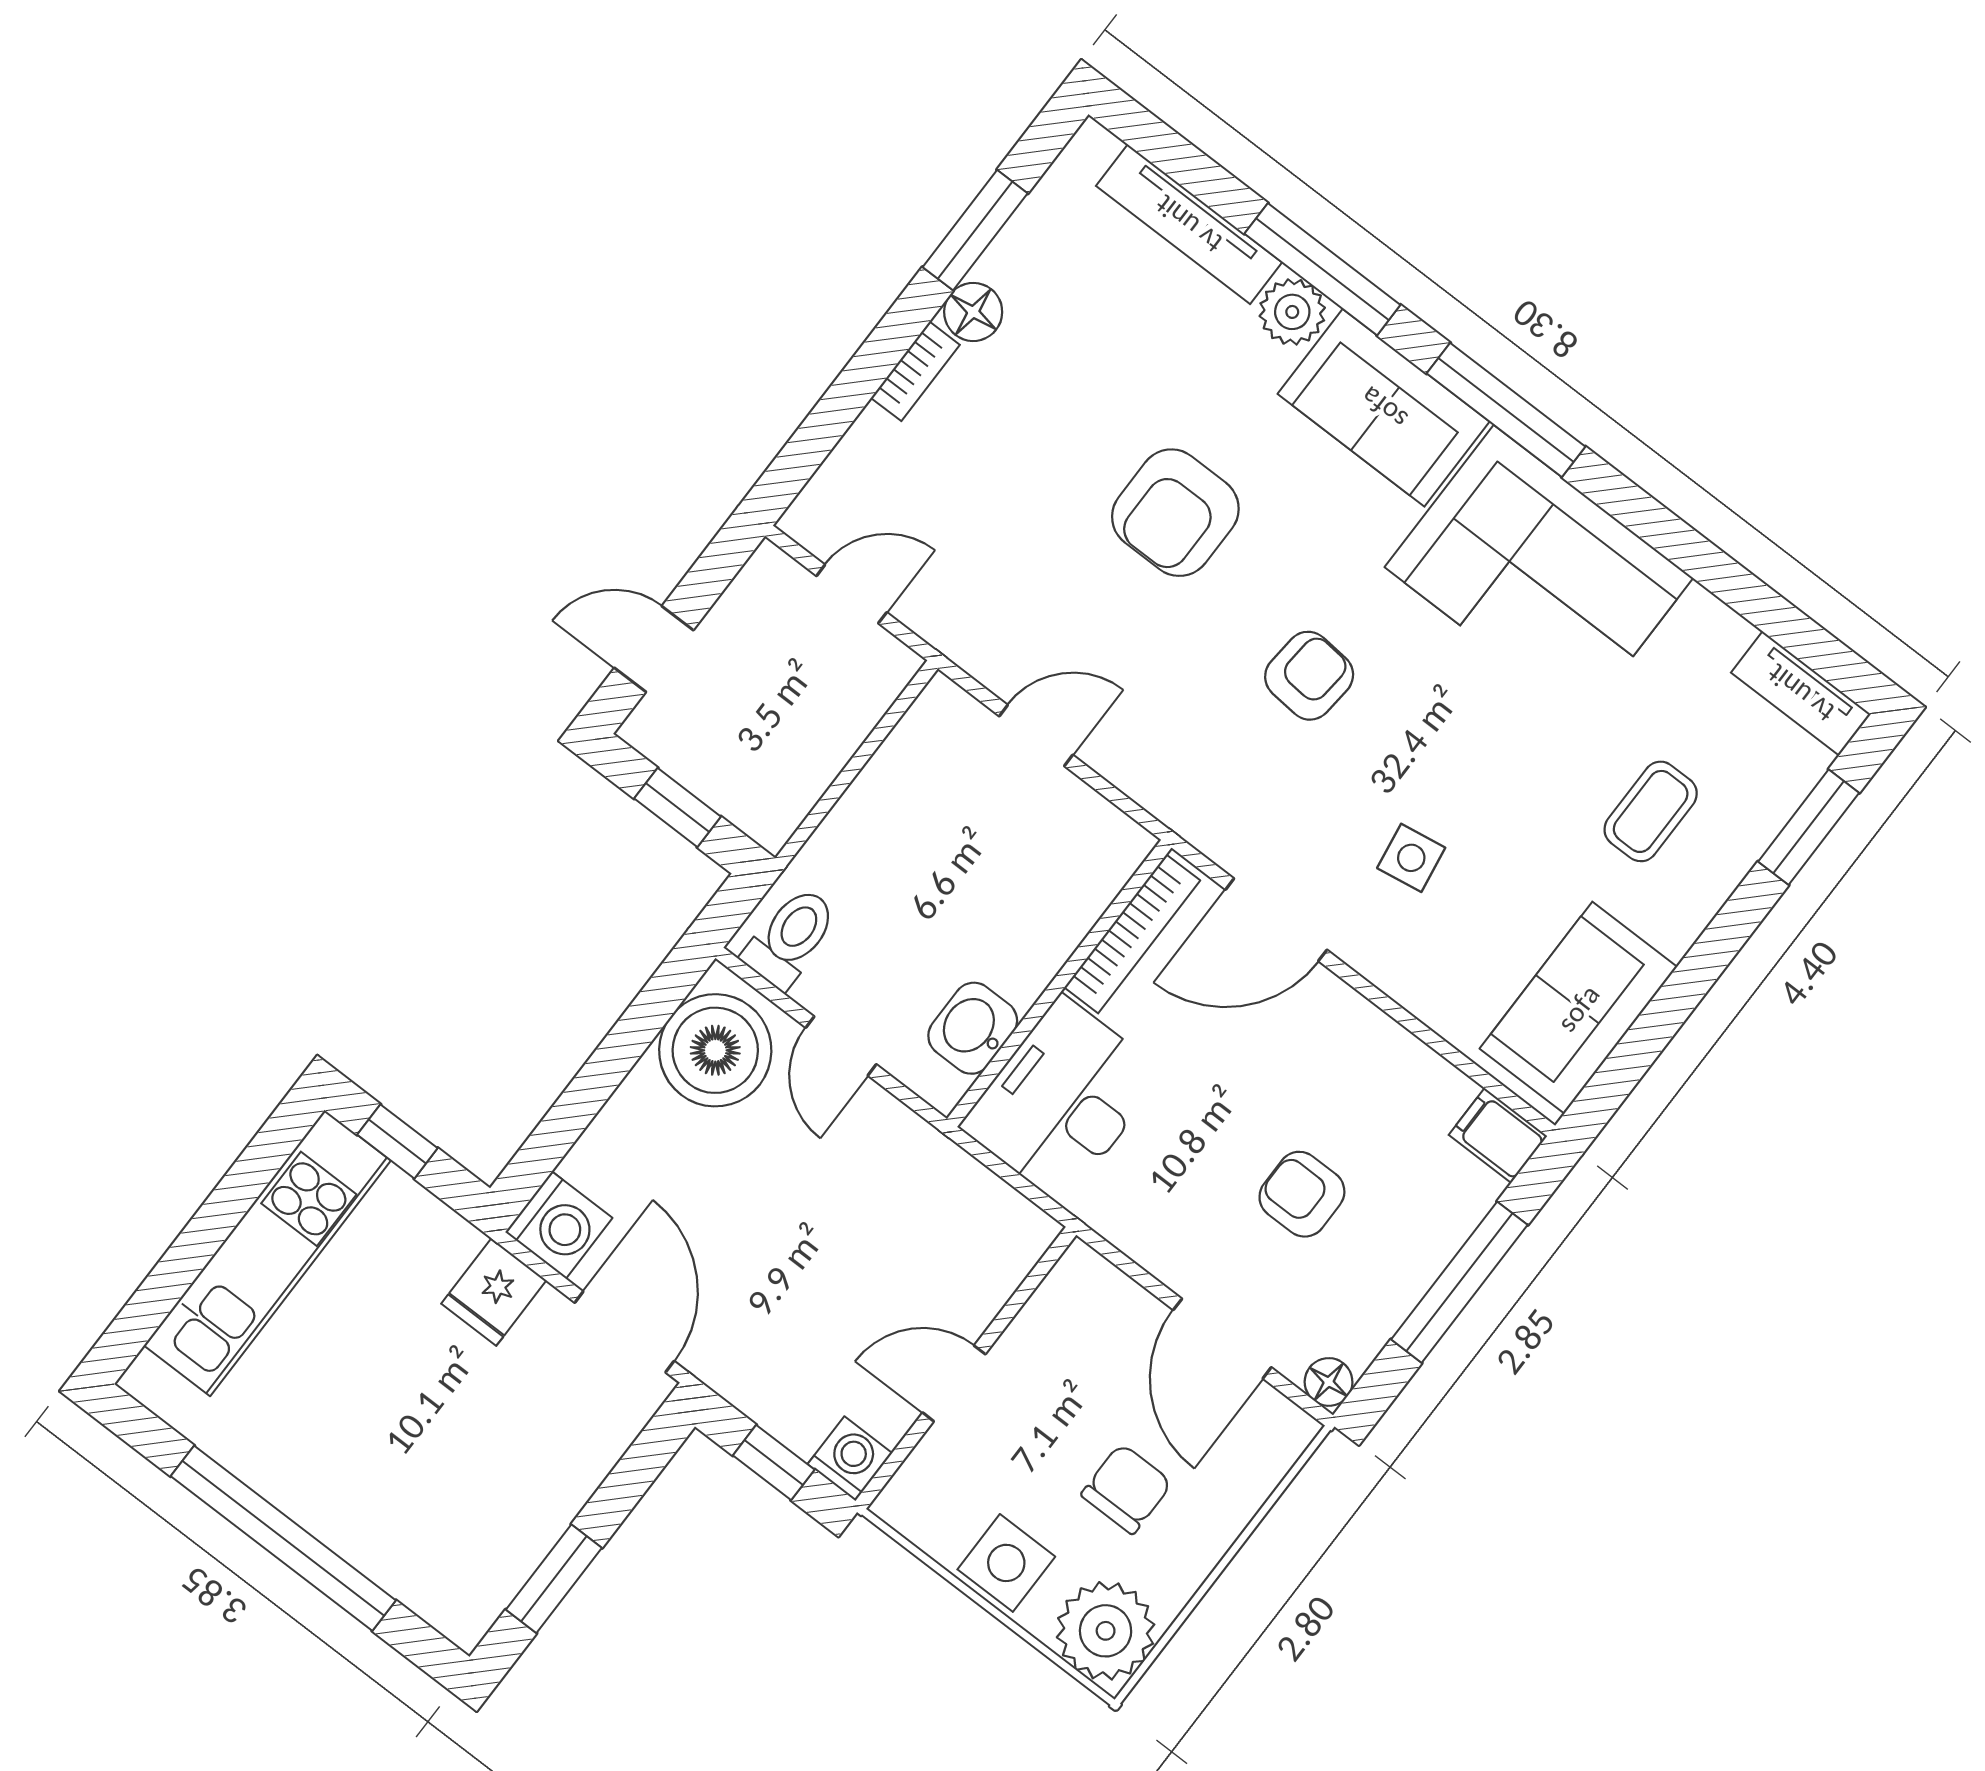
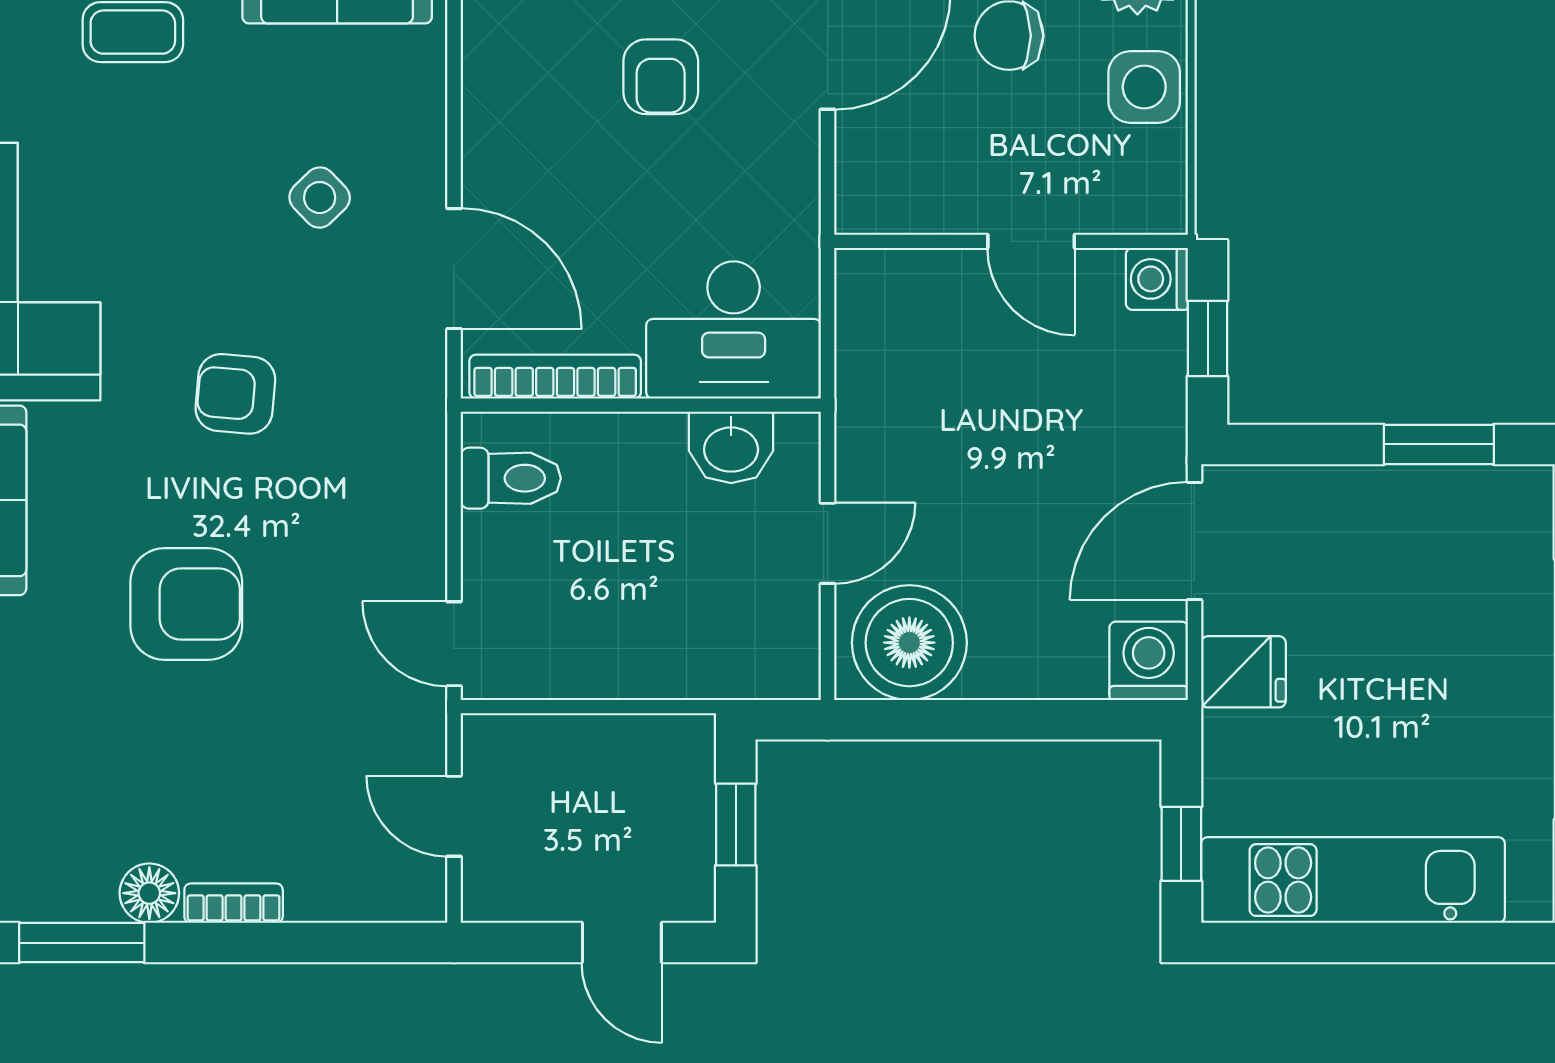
door: (1036, 736) -> (454, 644), moved
side table: (1411, 858) -> (320, 198), turned -35
toilet: (791, 937) -> (511, 478), moved, turned 180

